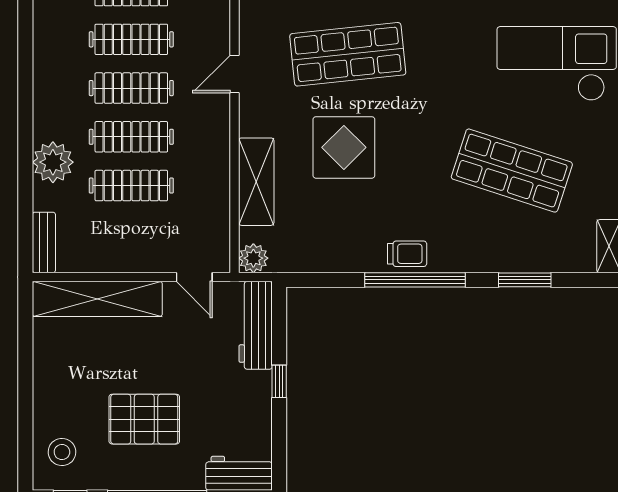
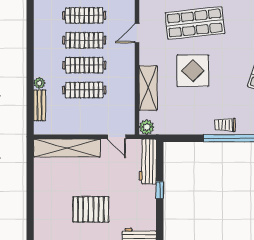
plant: (53, 162) -> (39, 83), width x0.53, depth x0.53
bench: (44, 242) -> (40, 105), moved
trolley: (407, 254) -> (225, 125), turned 180
stool: (62, 452) -> (49, 226), removed

